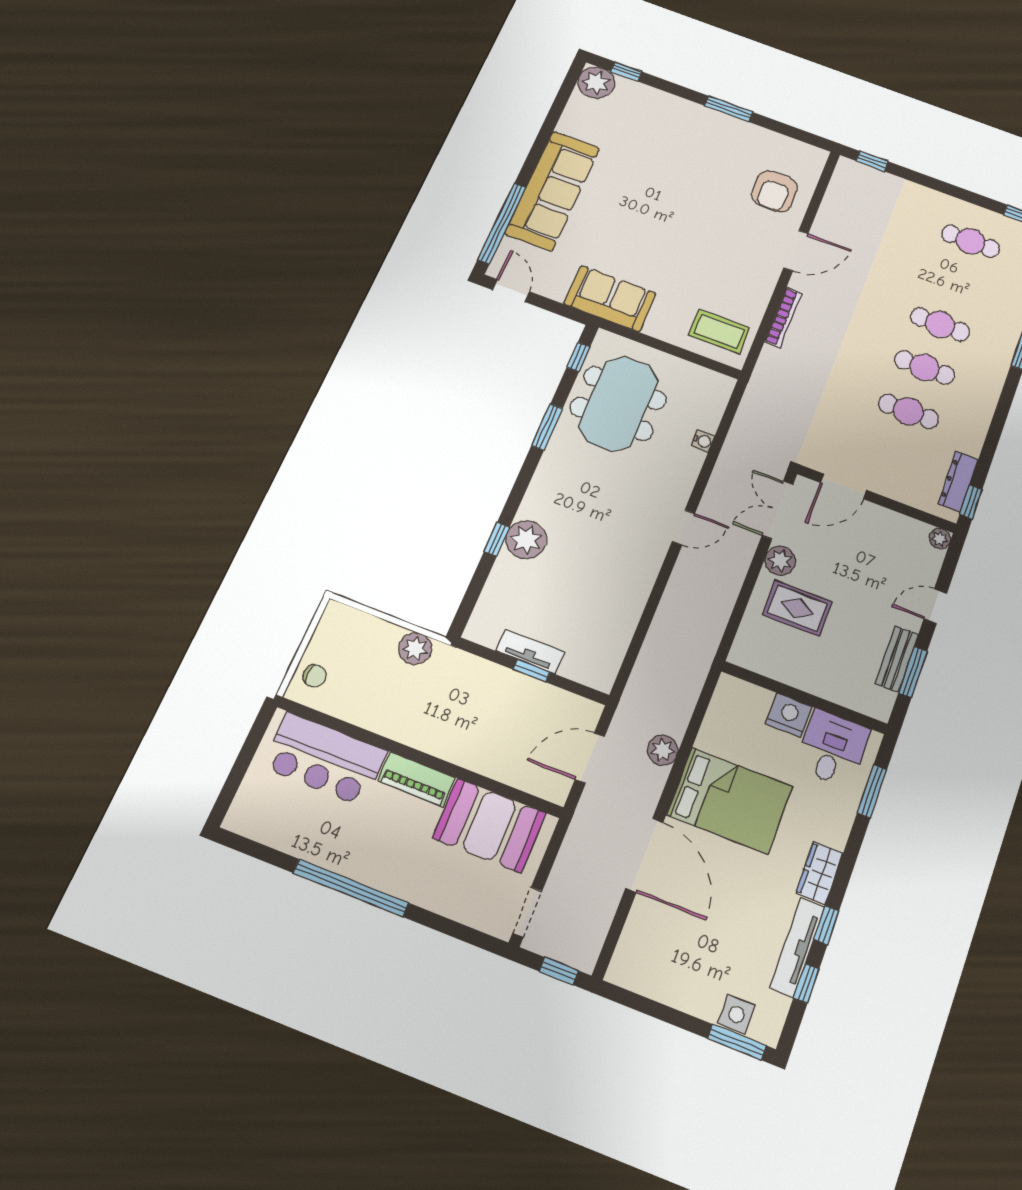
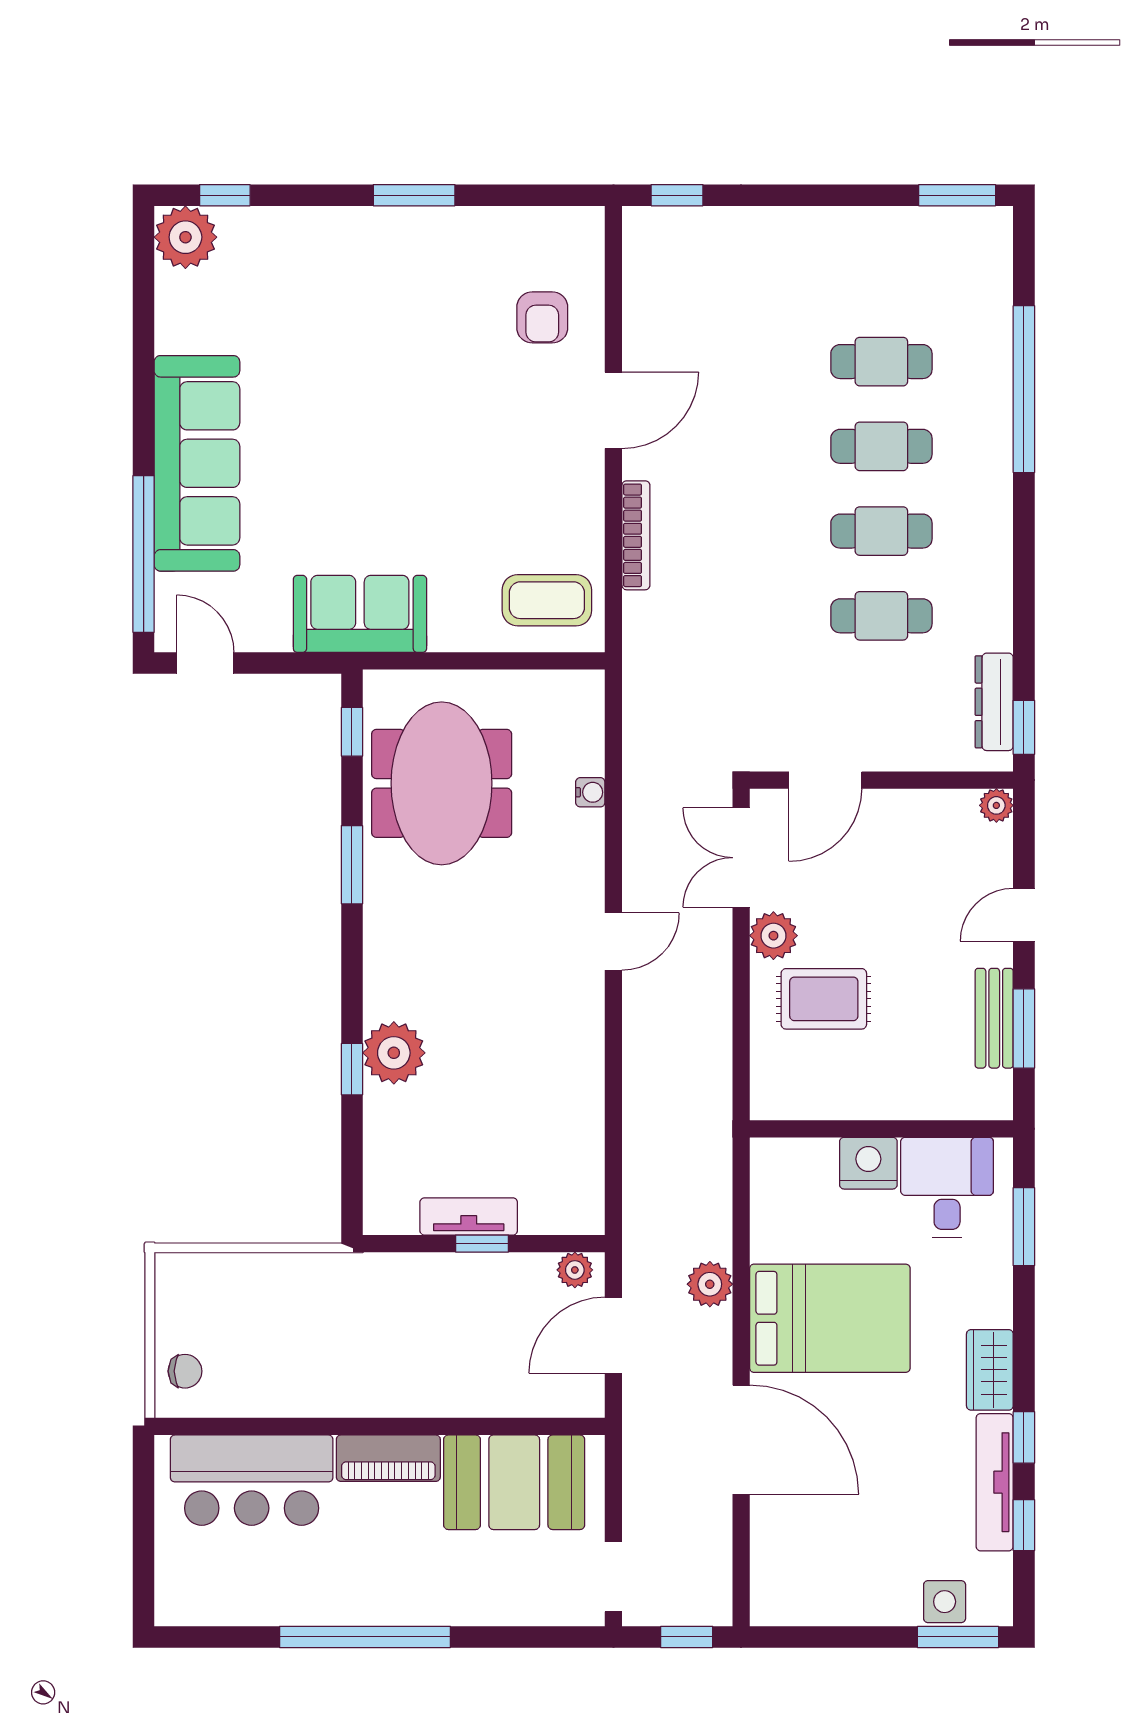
armchair: (775, 191) -> (542, 317), width x0.72, depth x0.72
cafe table: (970, 241) -> (881, 362), moved
plant: (415, 649) -> (575, 1270), moved, width x0.73, depth x0.73

